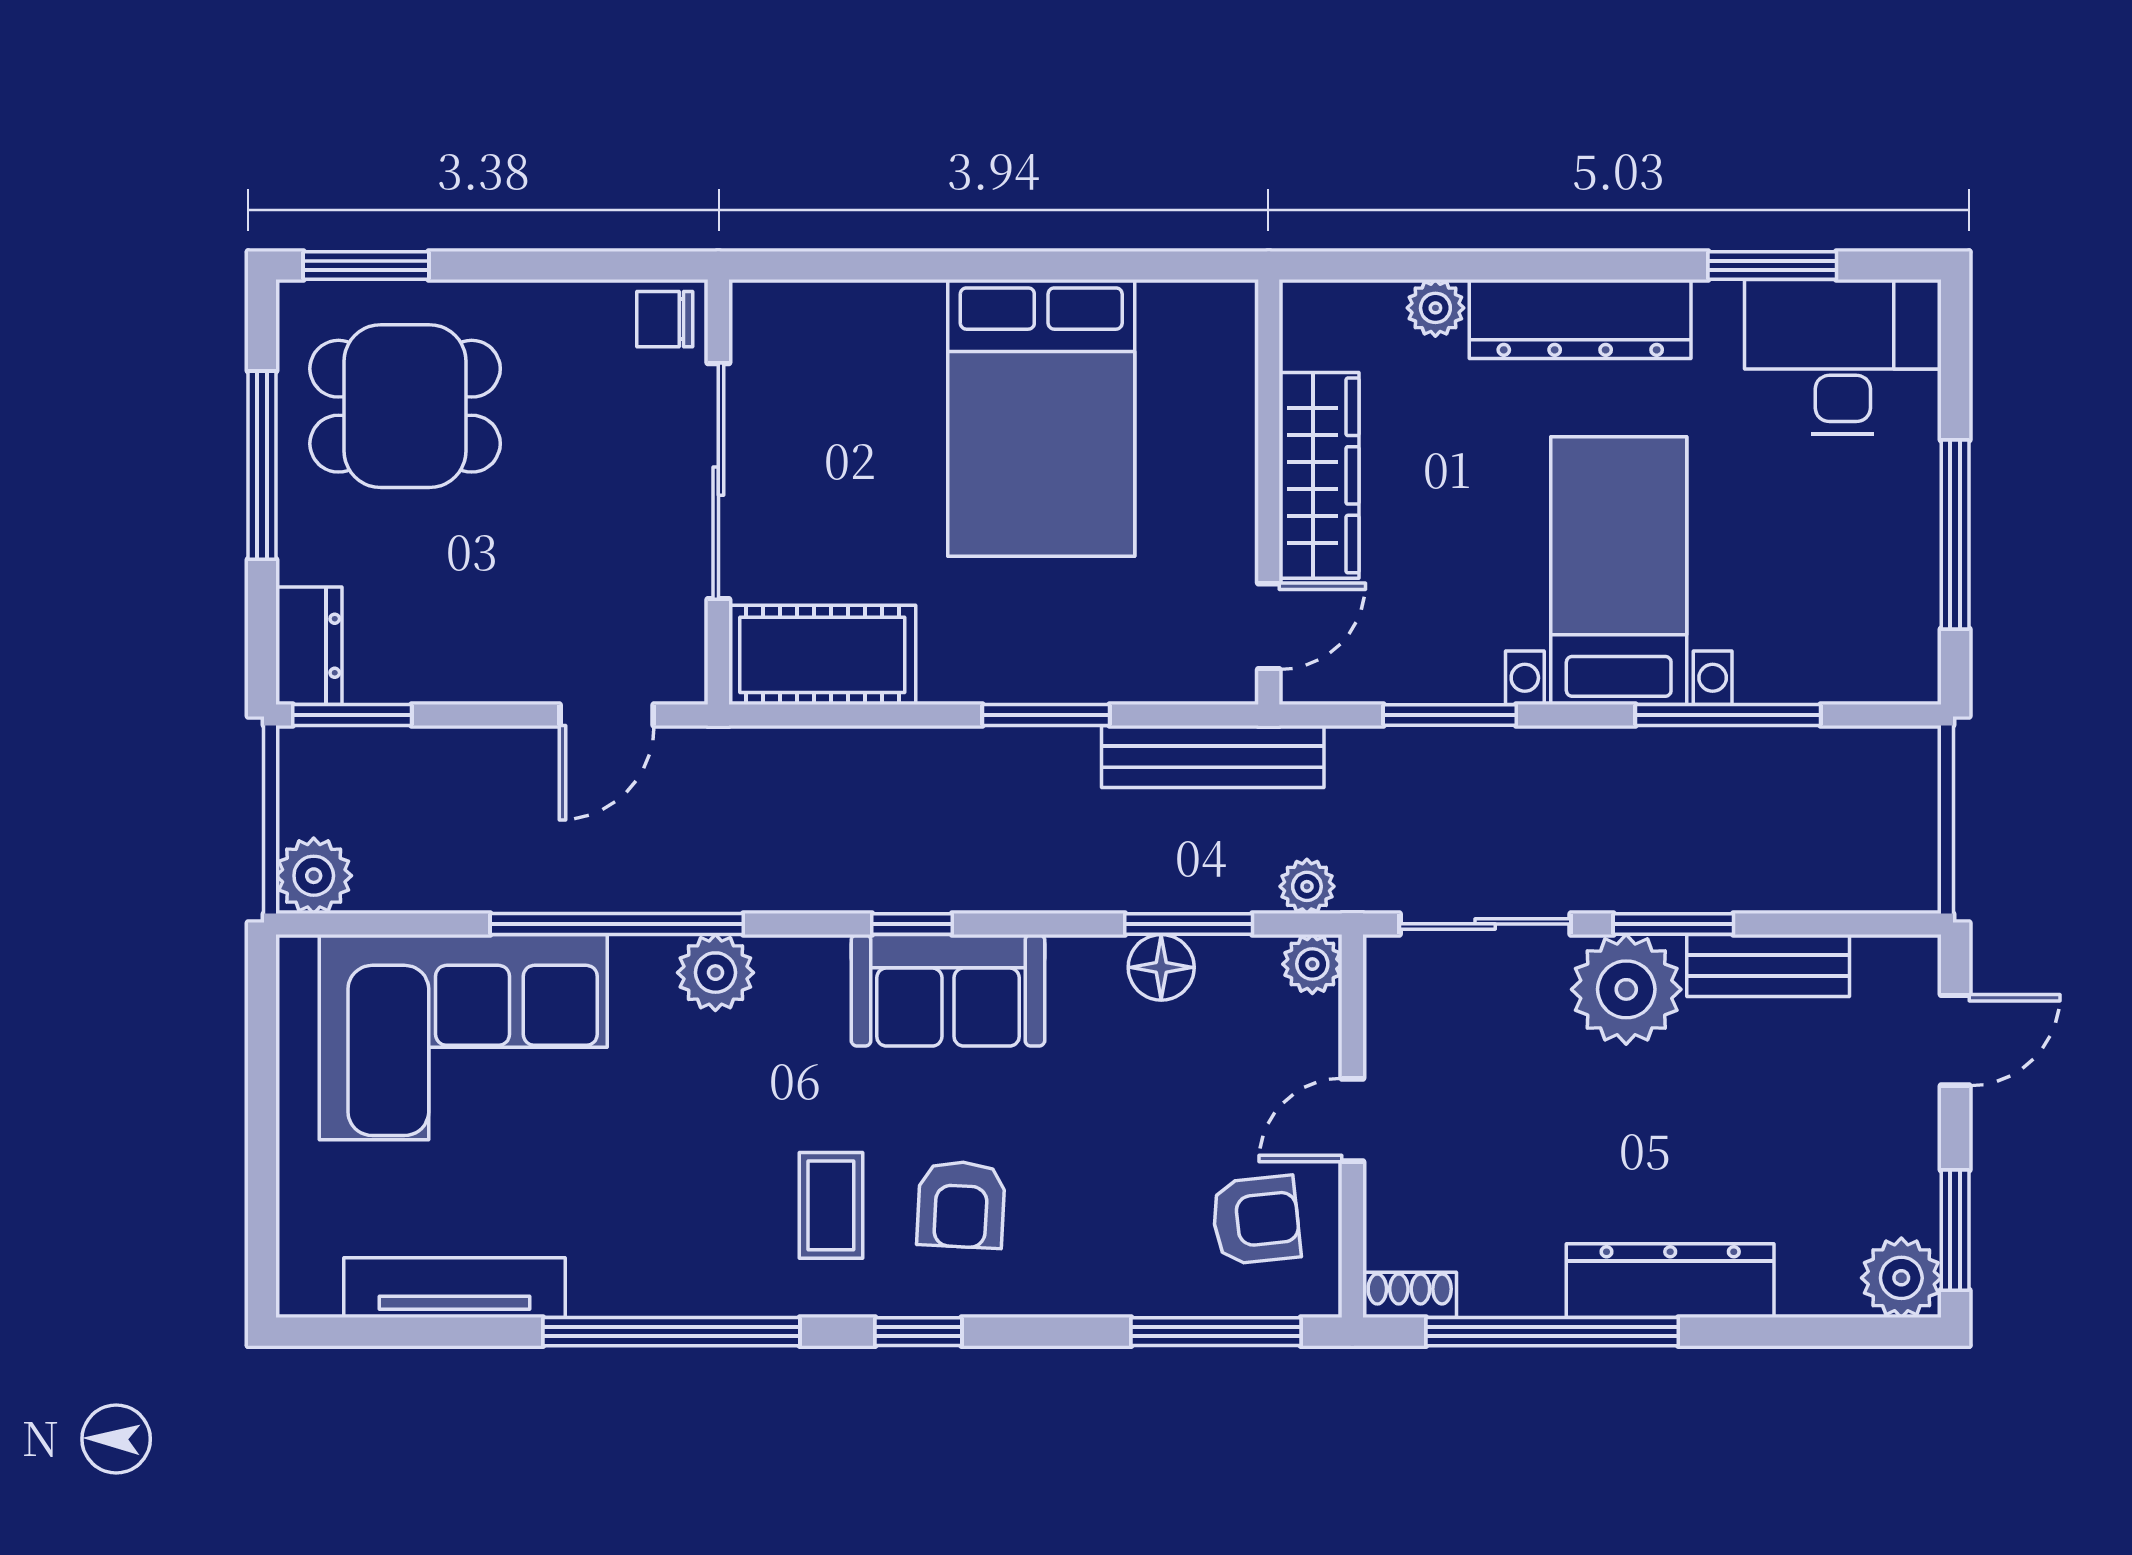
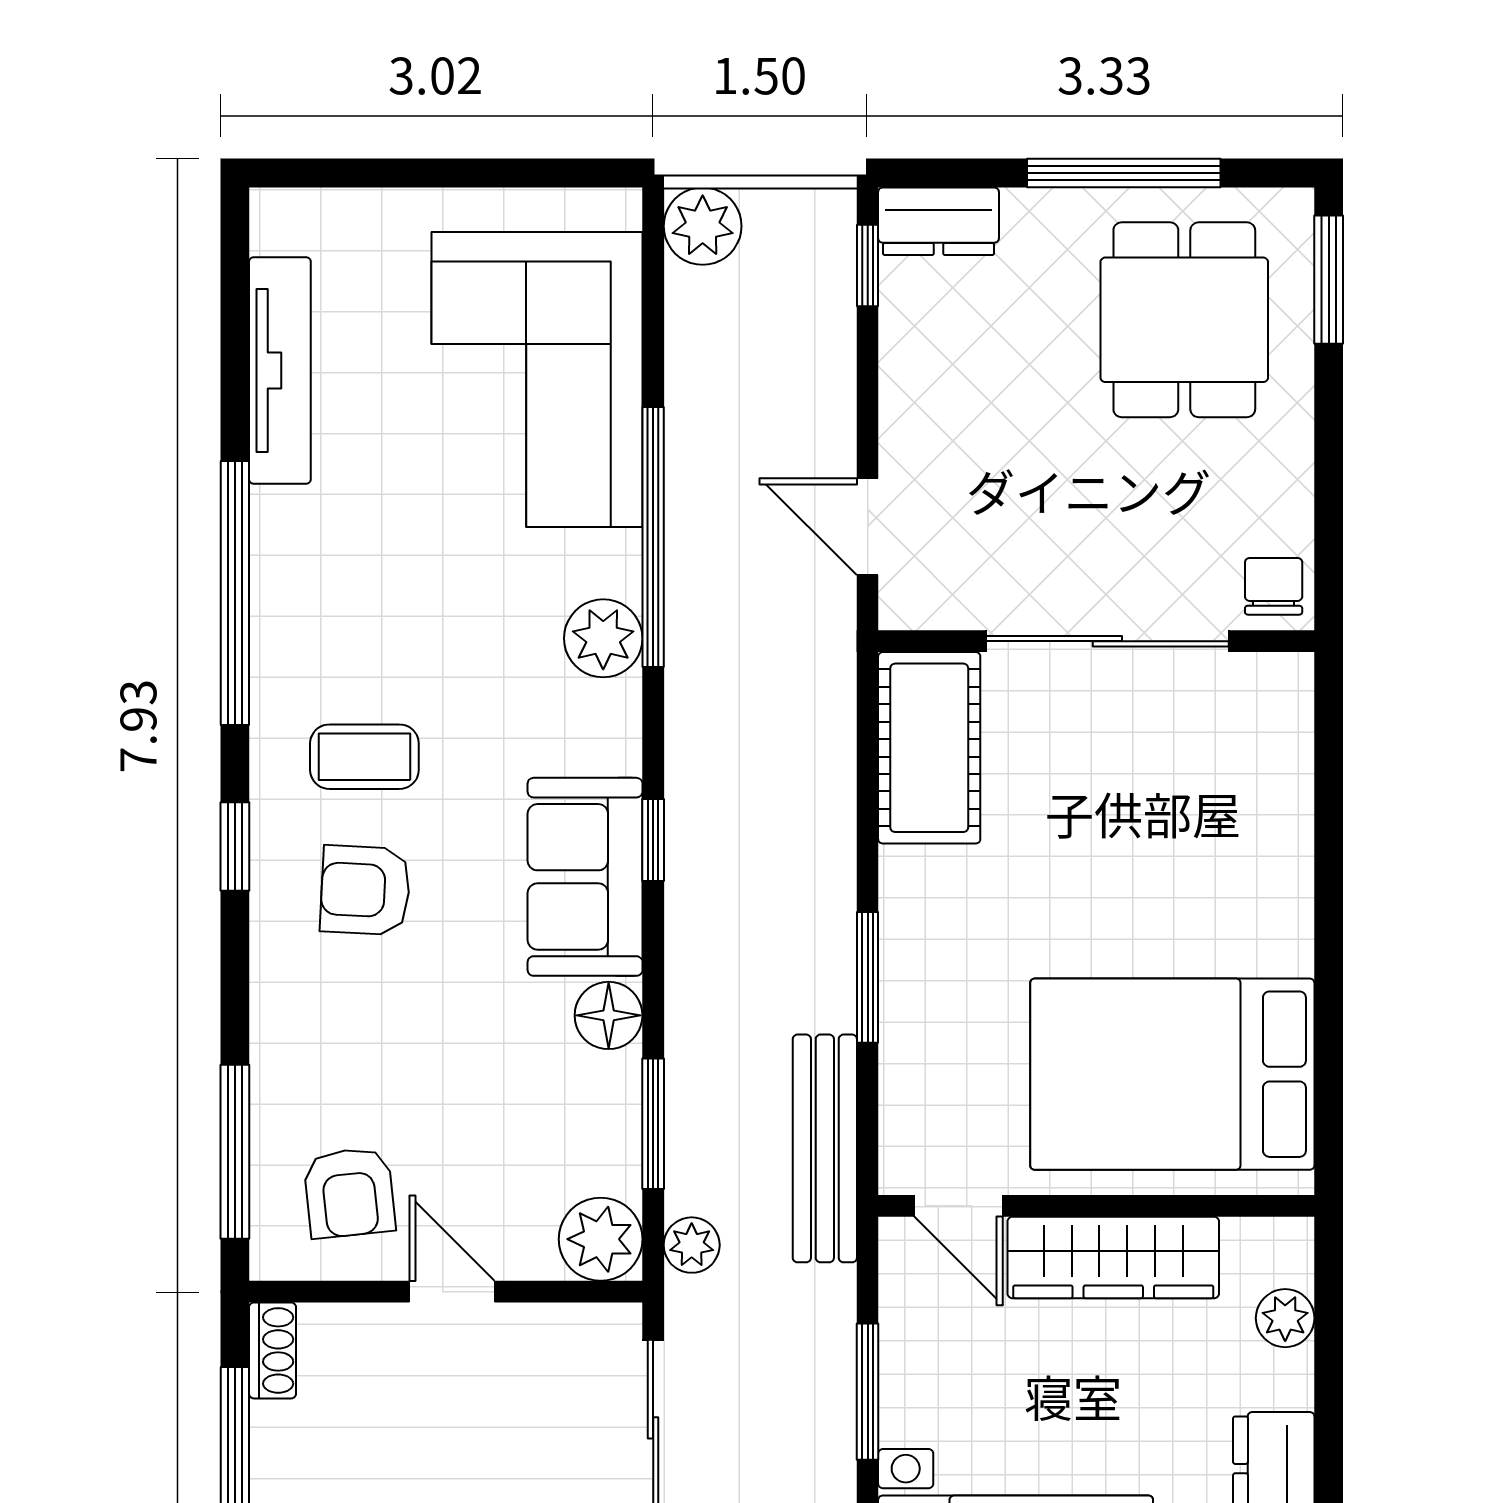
plant: (1435, 308) -> (1285, 1318), moved
bed: (1041, 418) -> (1172, 1074), moved
window: (352, 715) -> (868, 265), width x0.67
plant: (1312, 964) -> (601, 1239), width x1.38, depth x1.38
floor lamp: (1161, 967) -> (609, 1015), moved

